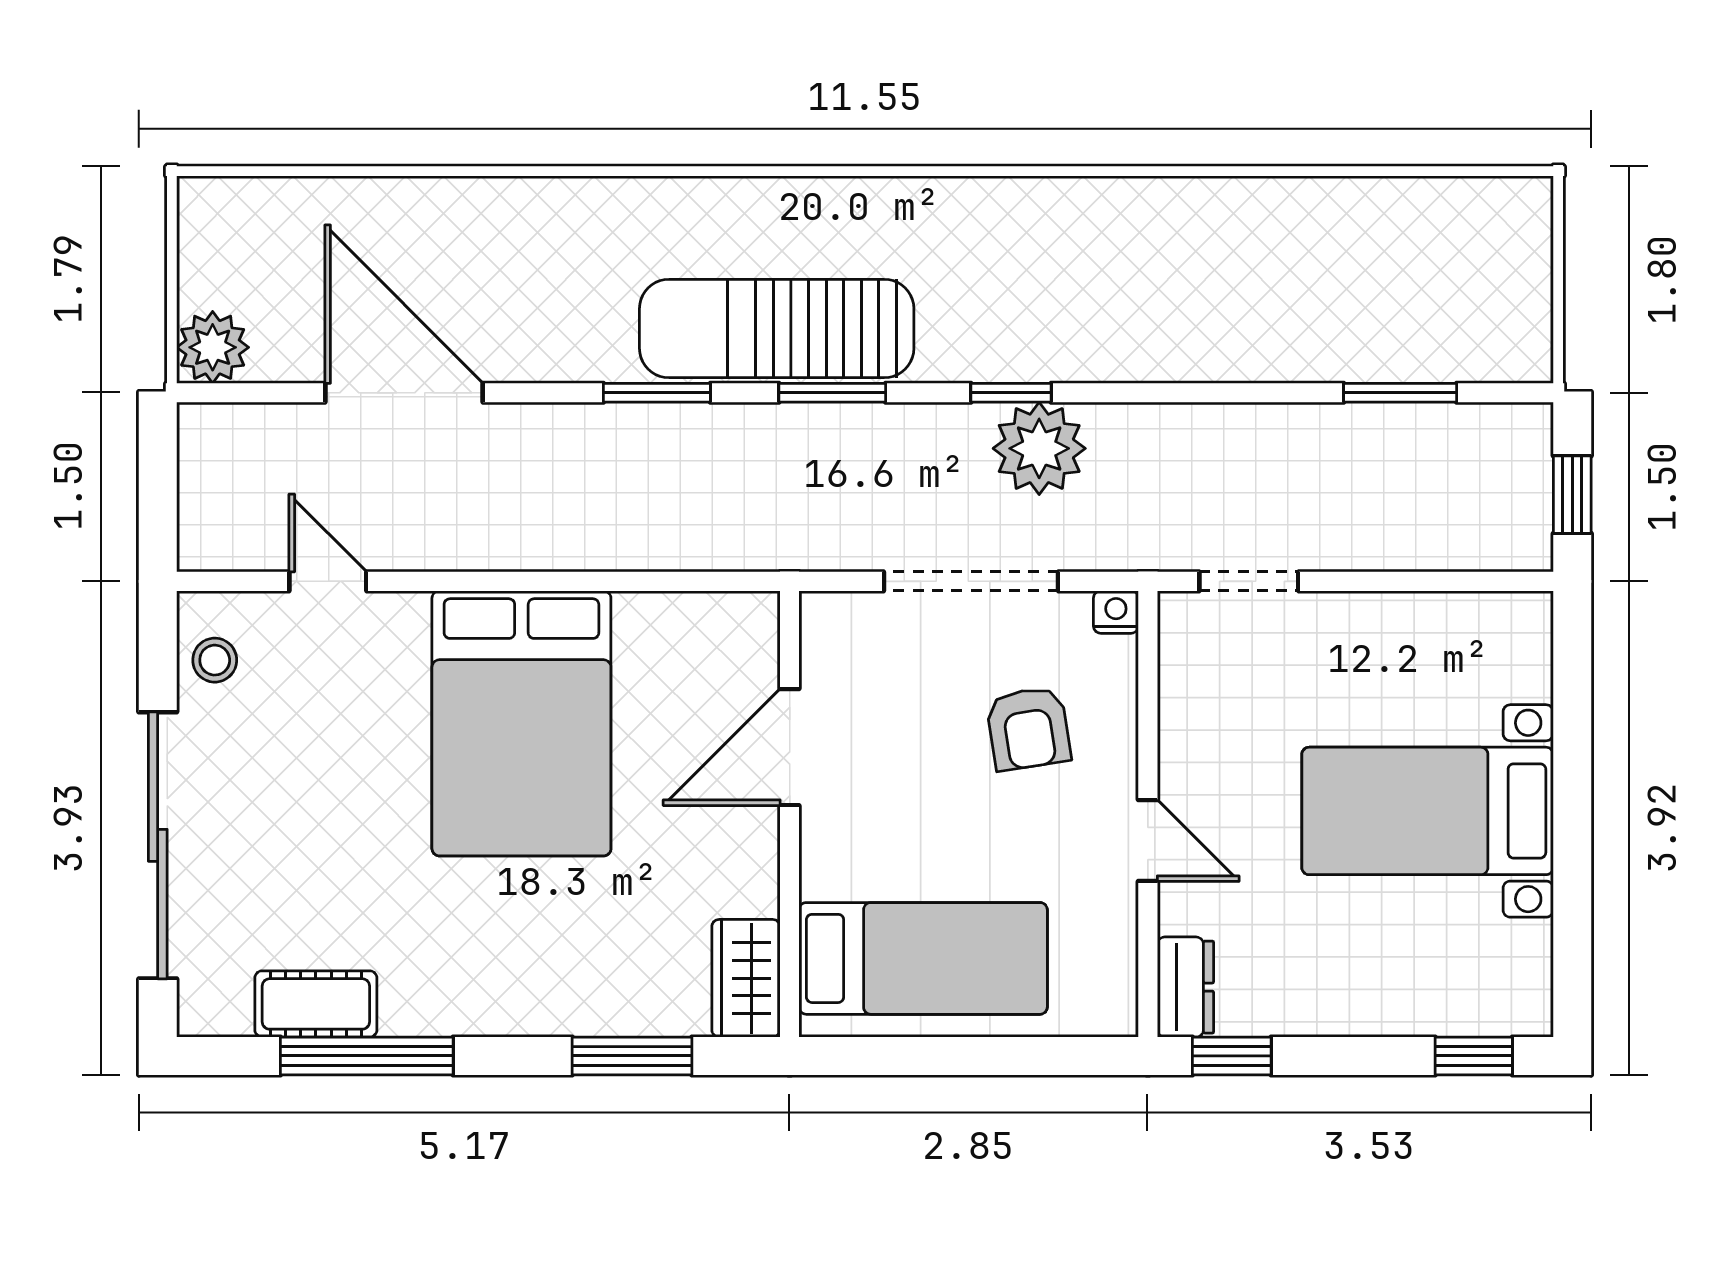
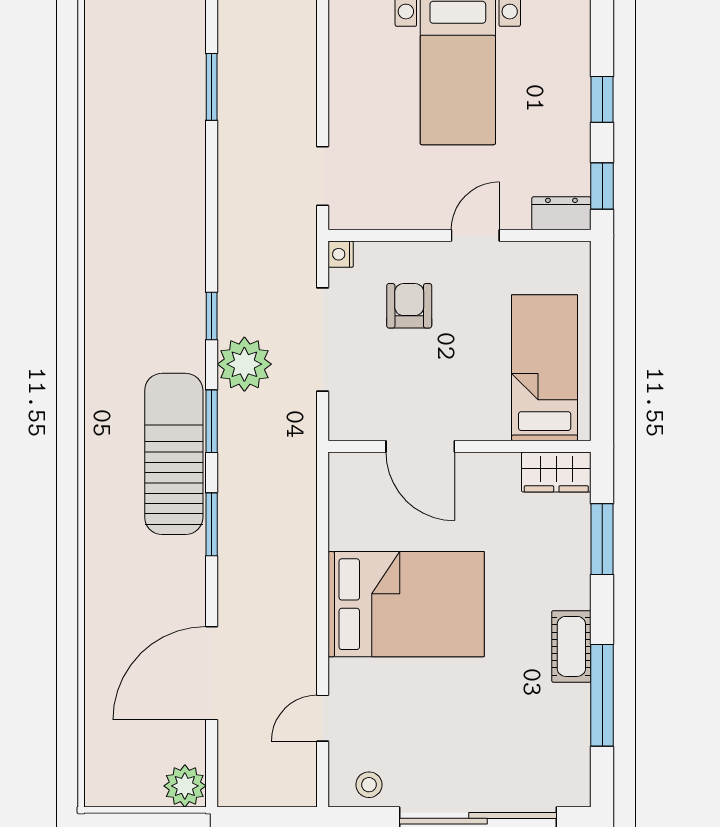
sun lounger: (777, 328) -> (174, 454), turned 180
plant: (1039, 448) -> (244, 364), moved
armchair: (1028, 728) -> (409, 306), turned -81
cot: (316, 1004) -> (571, 646), moved
window: (1474, 1056) -> (602, 99), moved

